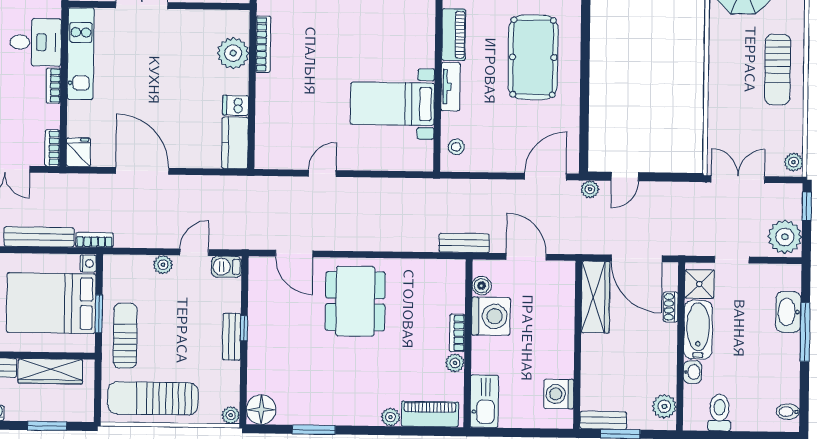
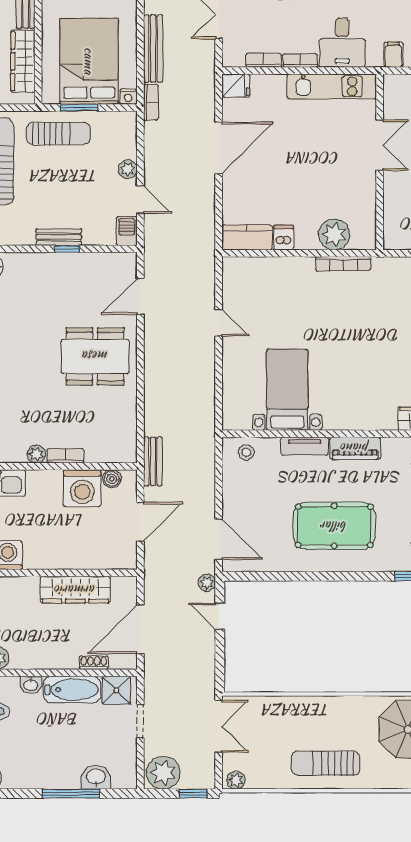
bookcase: (52, 148) -> (264, 60), moved
wardrobe: (596, 297) -> (75, 590), moved
washbasin: (788, 312) -> (96, 777), width x0.72

